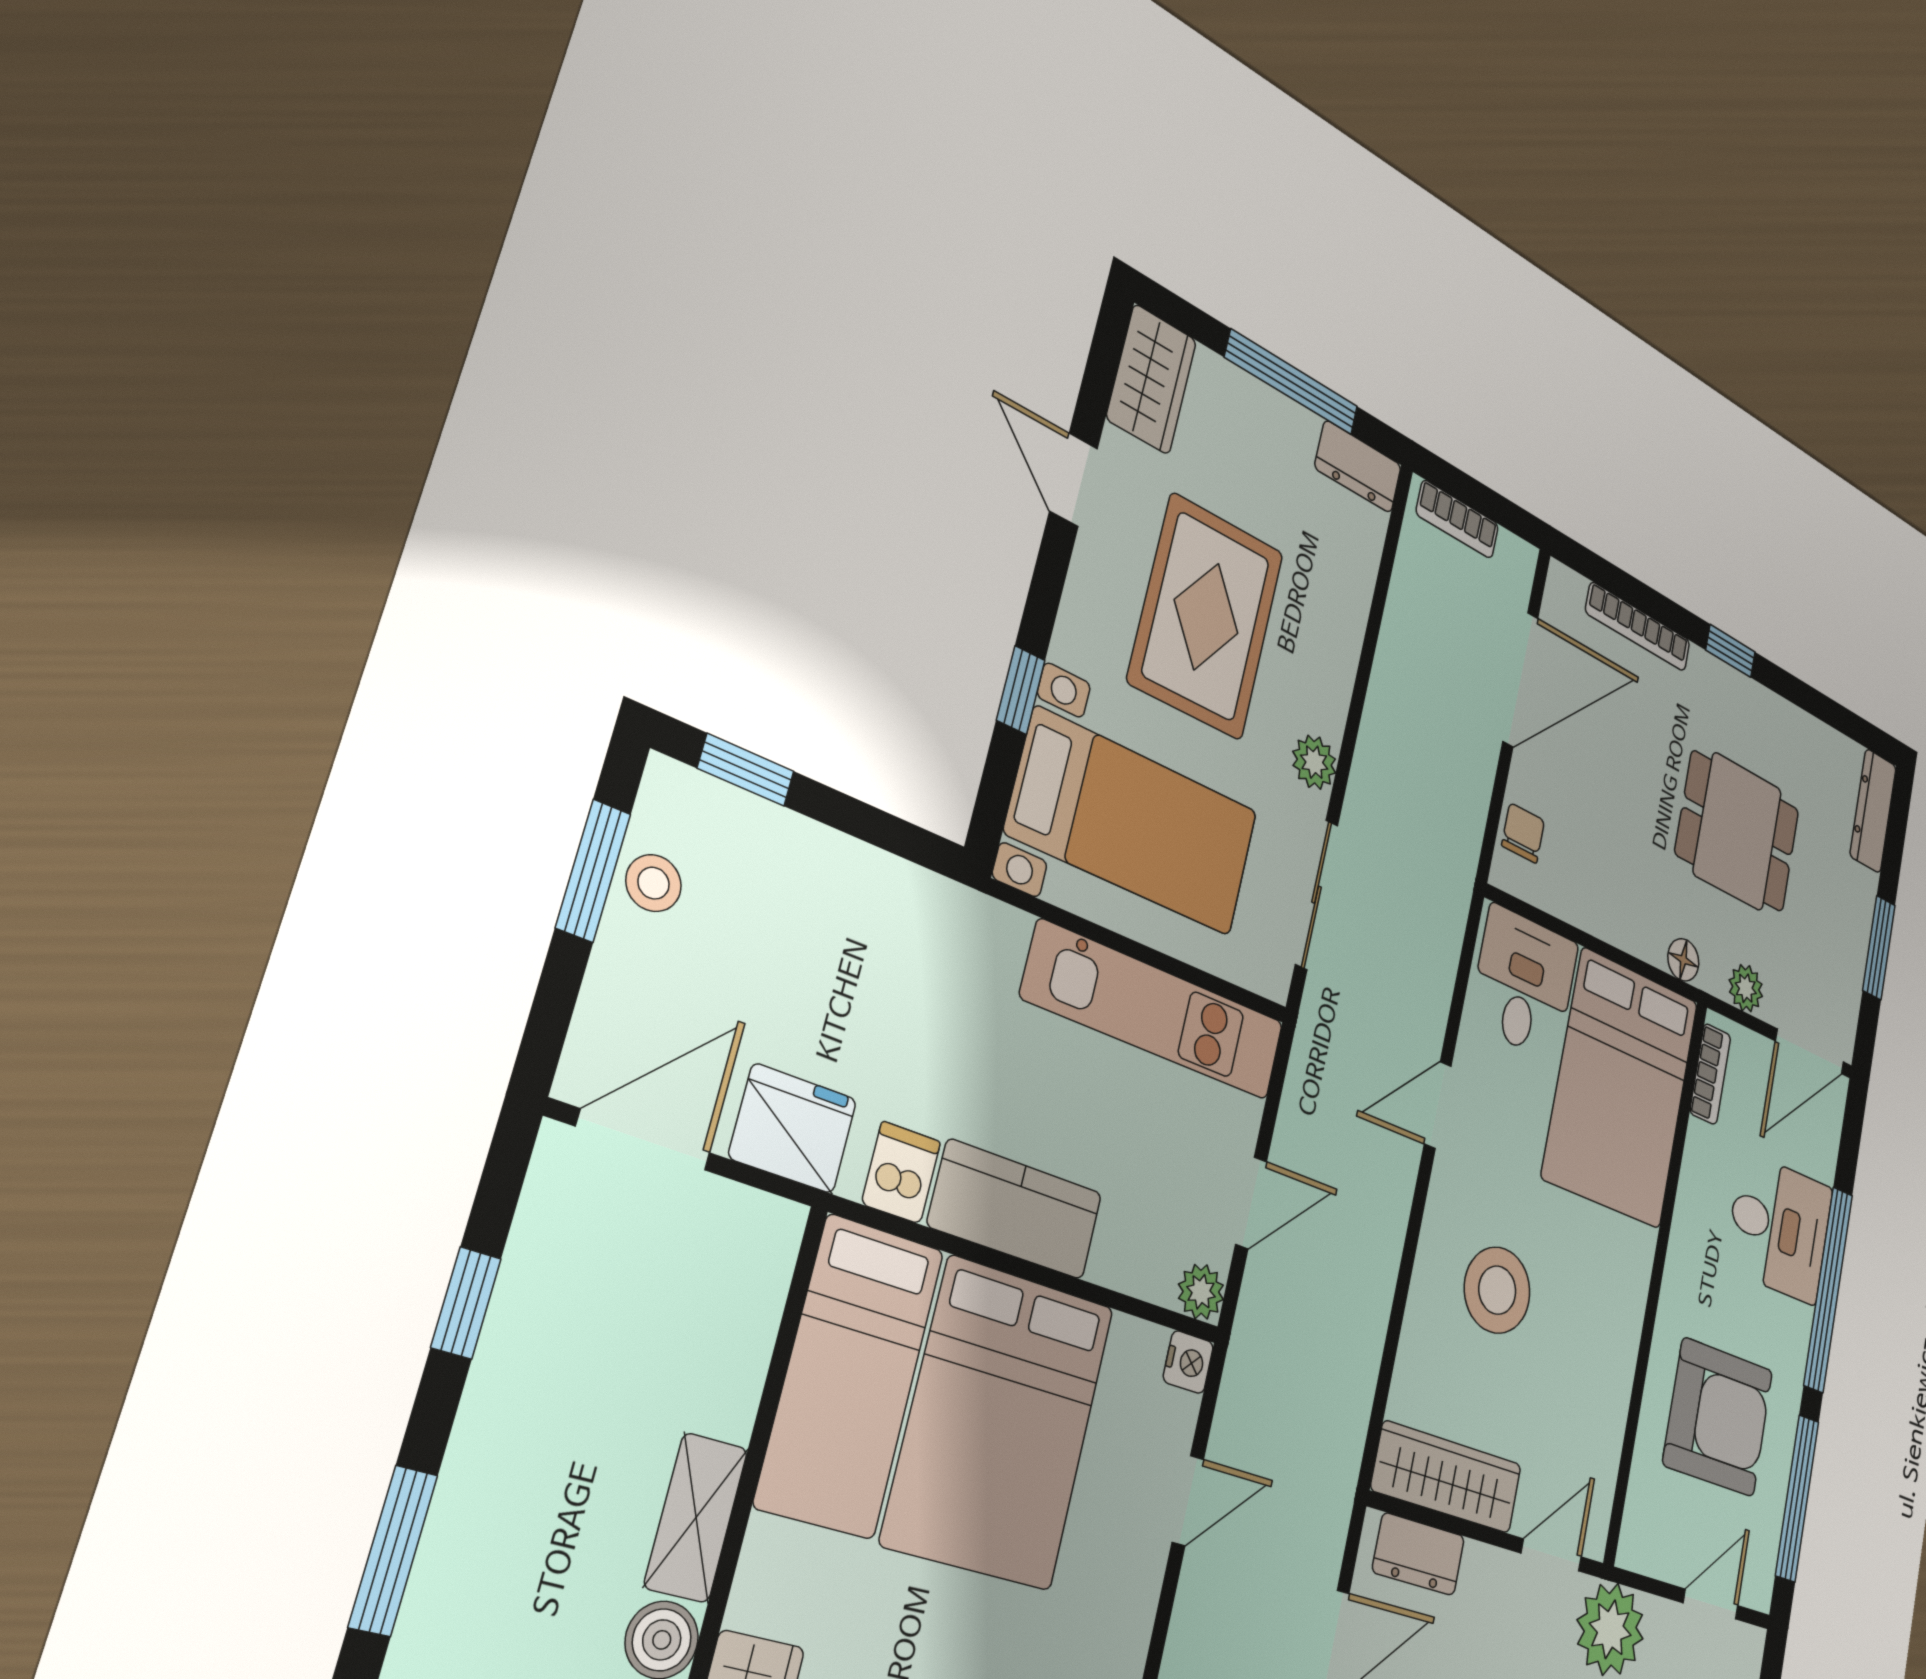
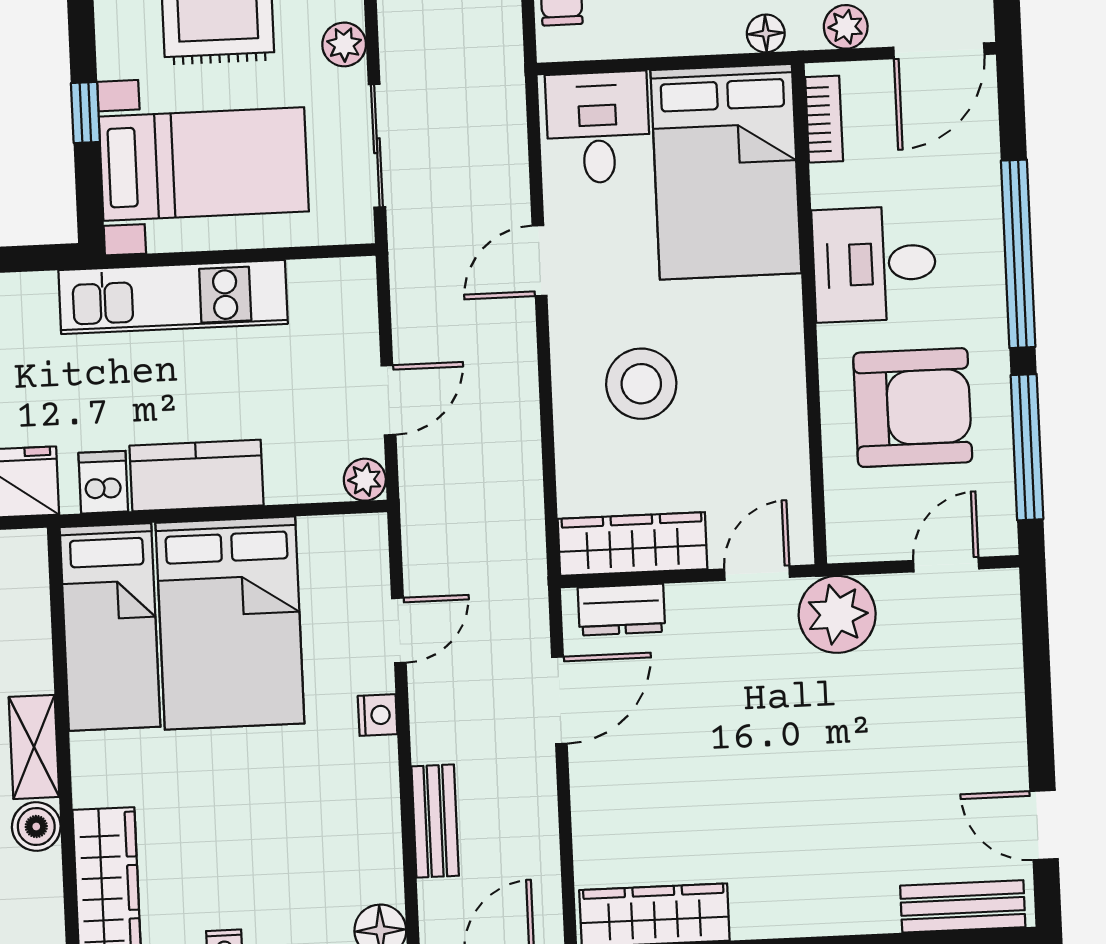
kitchen unit: (1155, 1011) -> (173, 297), moved
desk: (1779, 1228) -> (874, 264), moved, turned 180
nightstand: (1188, 1362) -> (378, 715), moved

